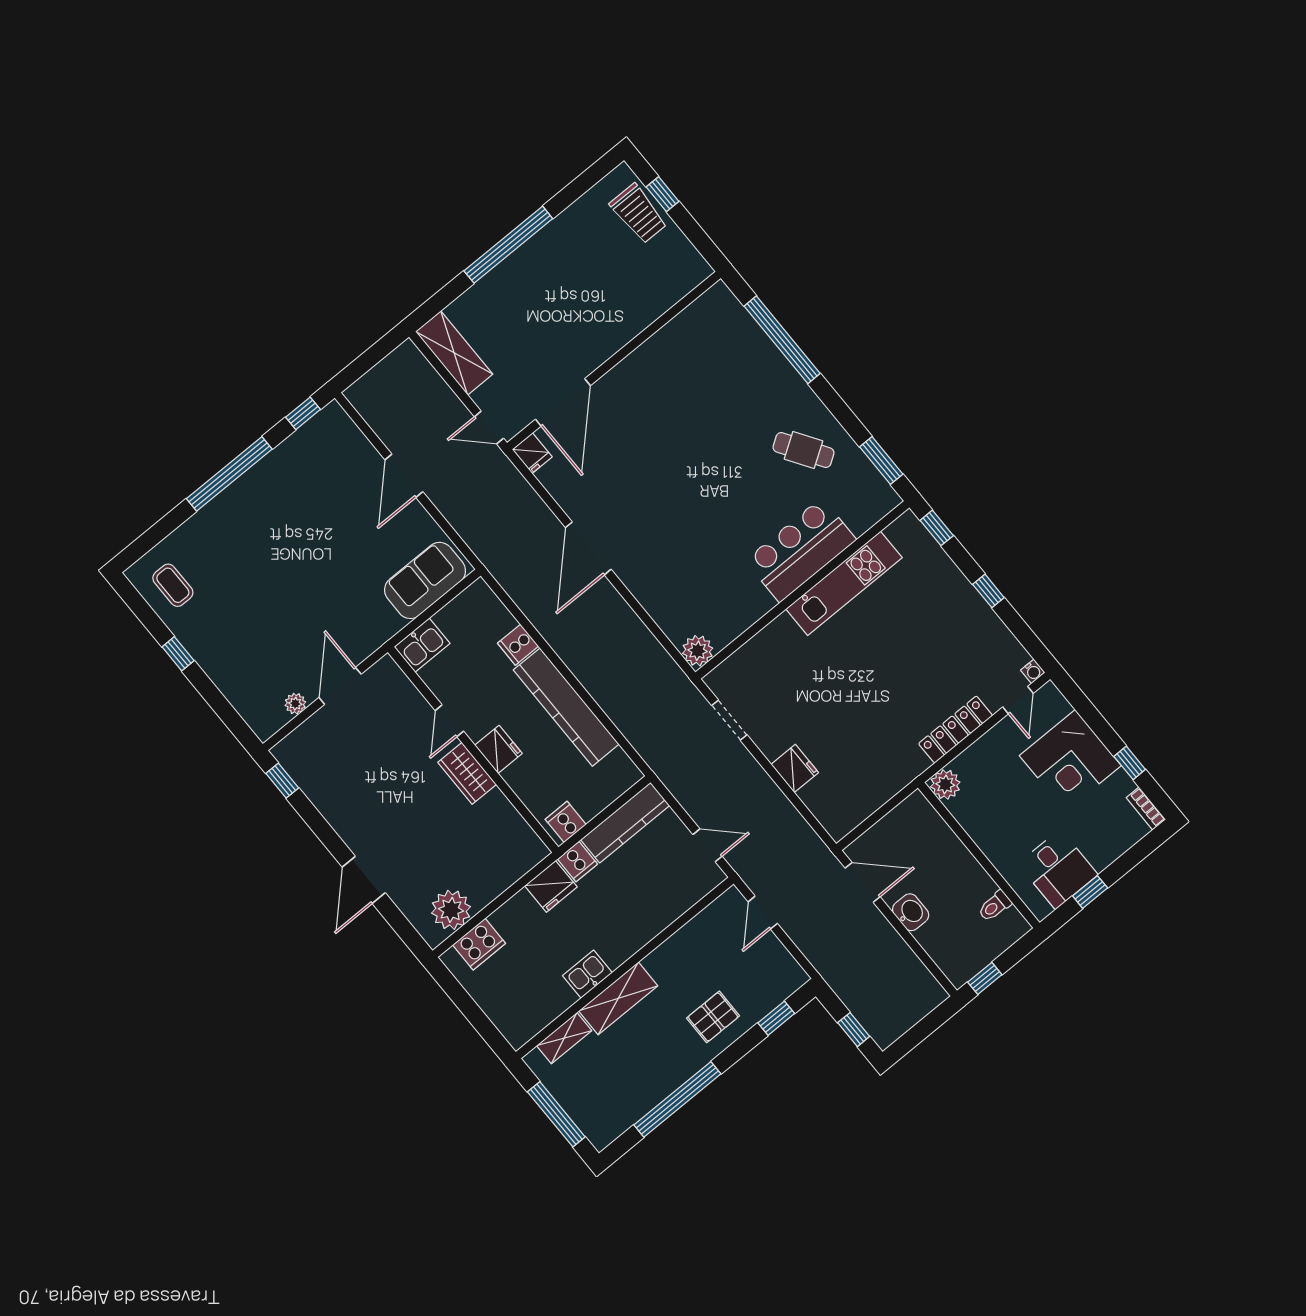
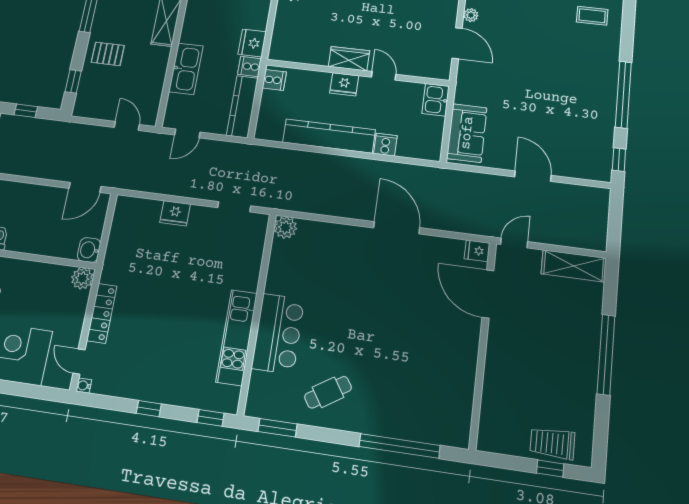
washbasin: (911, 912) -> (89, 250), moved, turned 90
kitchen sink: (587, 974) -> (186, 69), moved, width x1.88, depth x1.24
pallet: (713, 1017) -> (108, 54), turned 90

